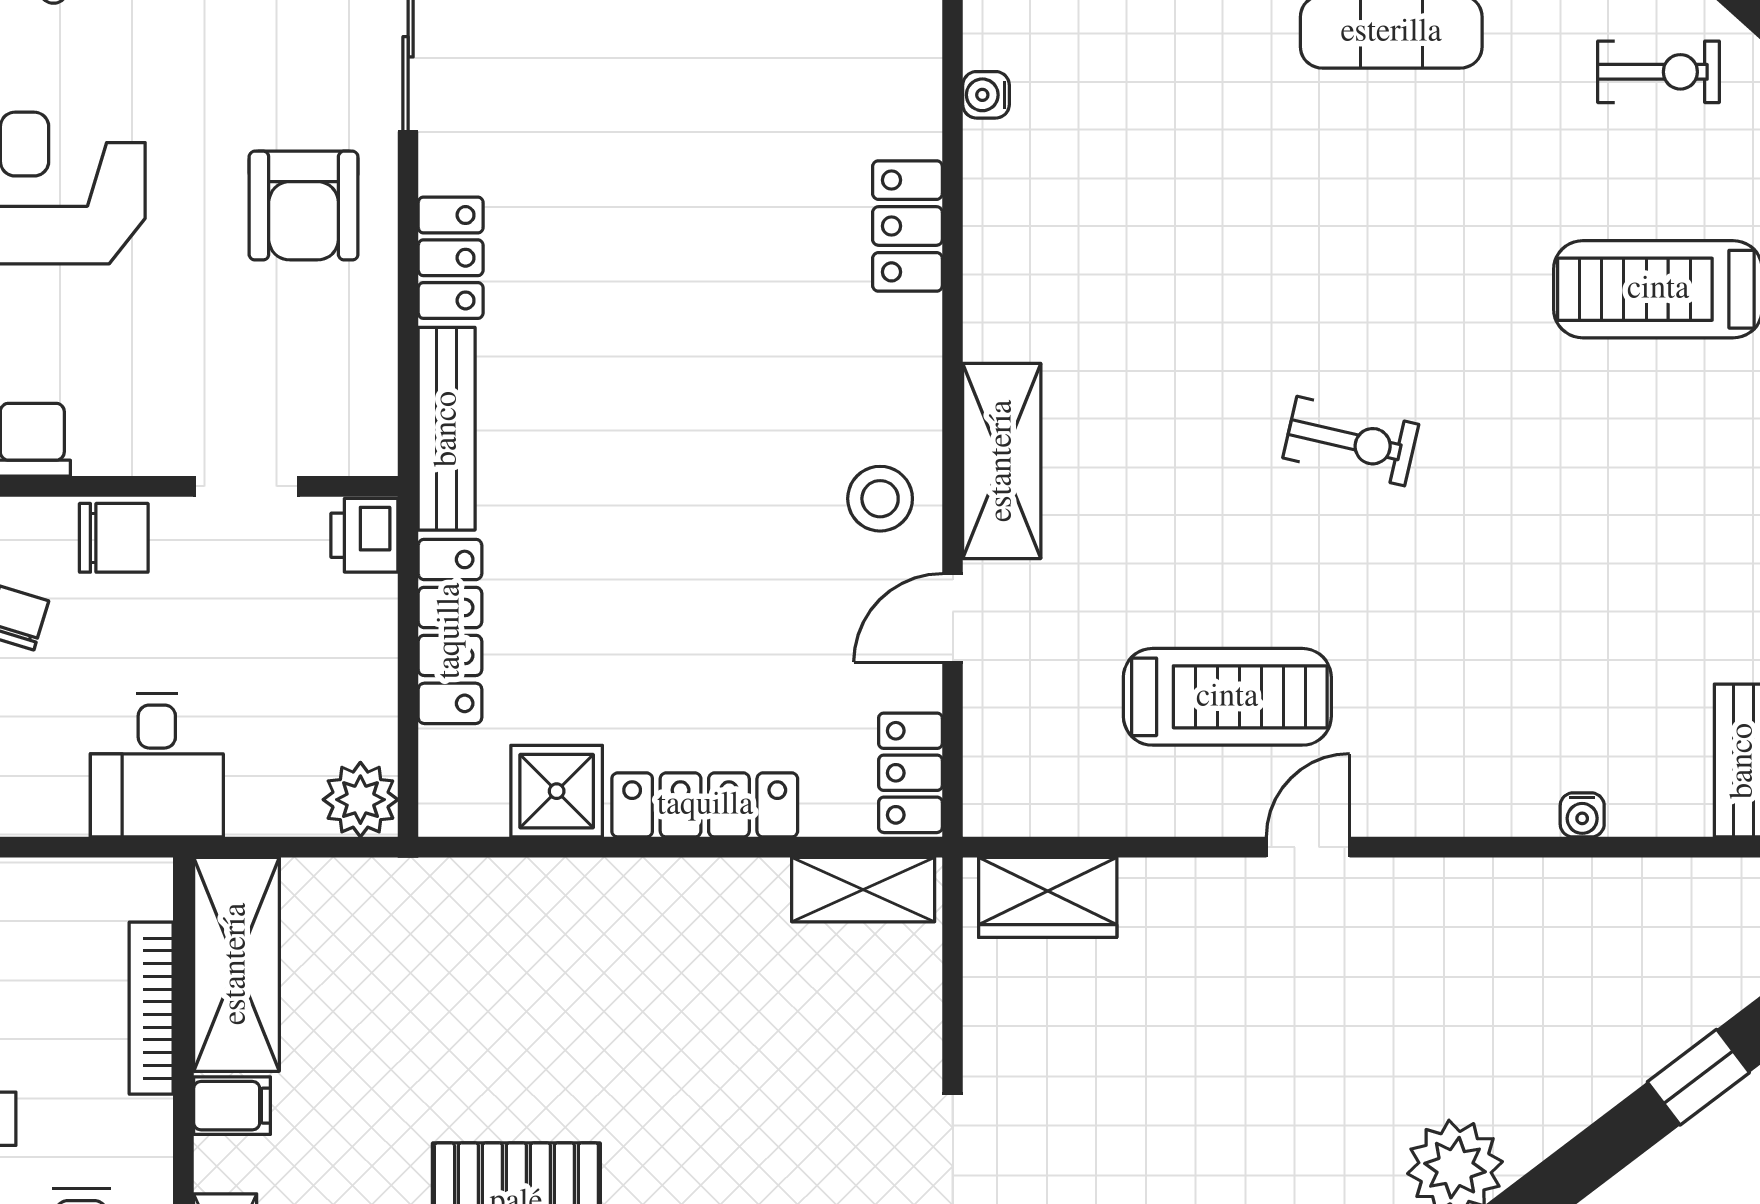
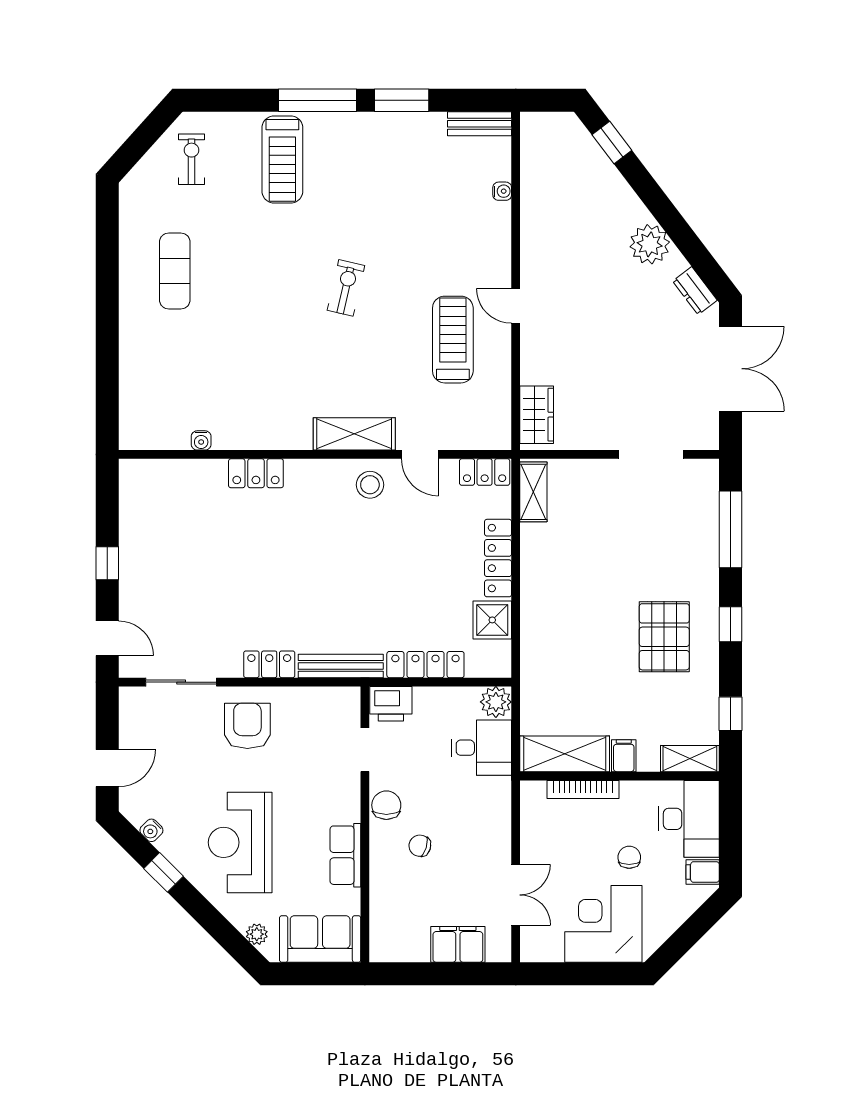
armchair: (304, 206) -> (247, 726), turned -90
printer: (364, 535) -> (391, 704), width x1.36, depth x1.24
desk: (157, 765) -> (481, 748), moved

